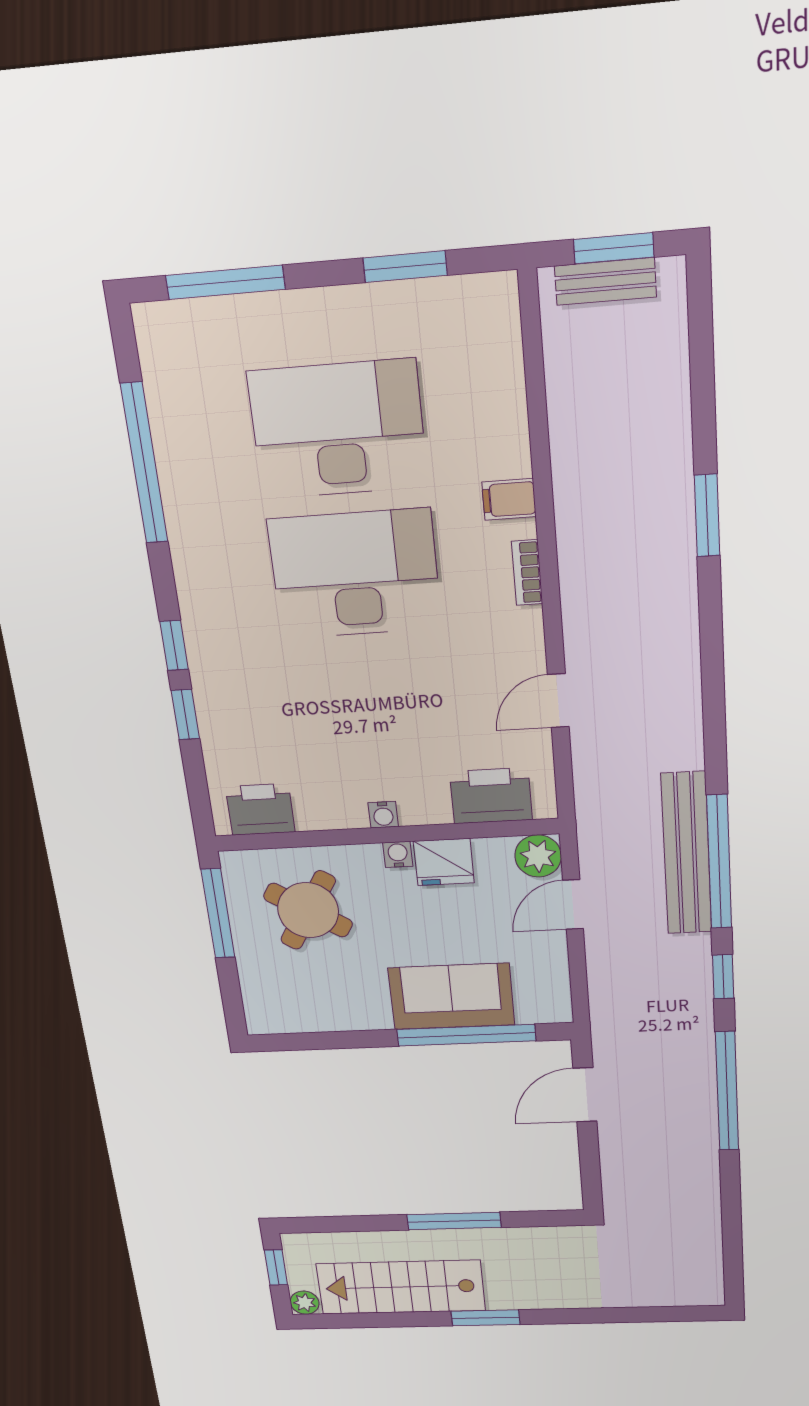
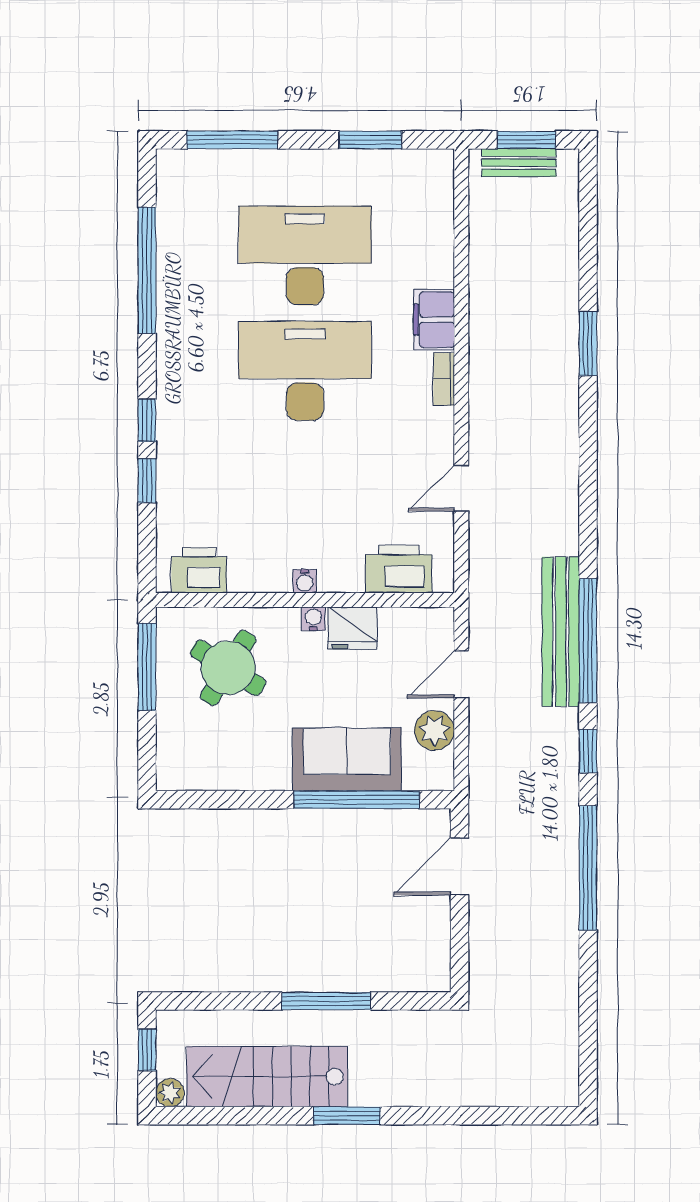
filing cabinet: (509, 499) -> (434, 320), width x2.00
plant: (538, 856) -> (434, 730), moved

